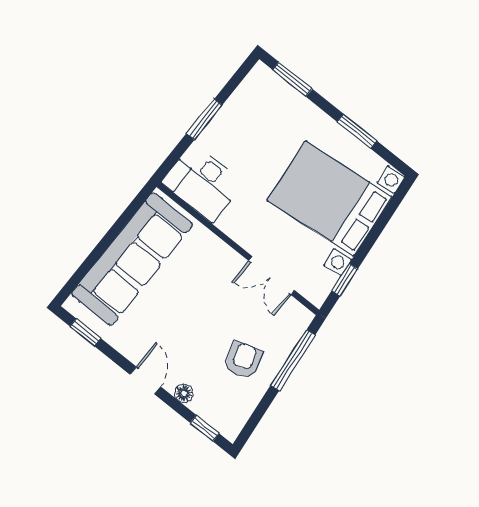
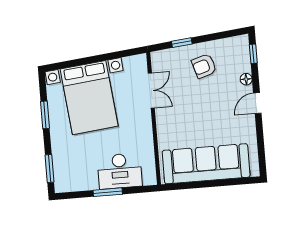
desk: (202, 183) -> (120, 171), moved, turned 90
window: (345, 280) -> (121, 54), removed
window: (85, 332) -> (261, 153), removed
window: (293, 360) -> (182, 43), width x0.46

